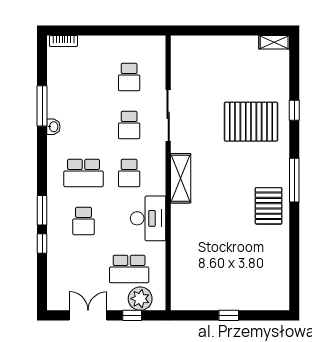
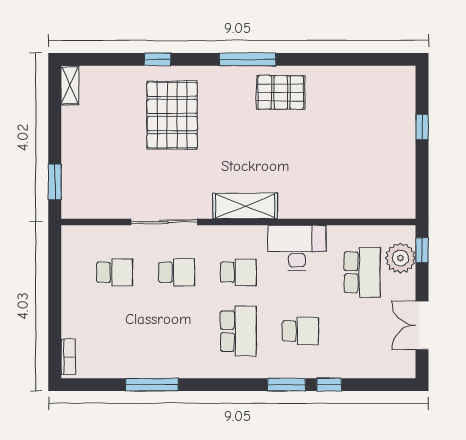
window: (199, 31) -> (55, 182), added
washbasin: (53, 127) -> (179, 370), removed
window: (132, 315) -> (422, 250), moved
window: (229, 315) -> (422, 127), moved

